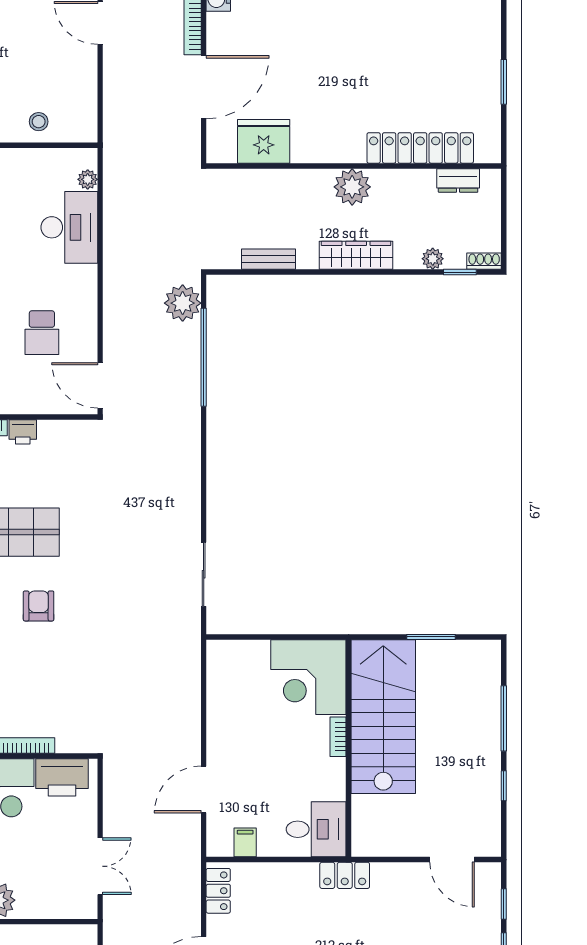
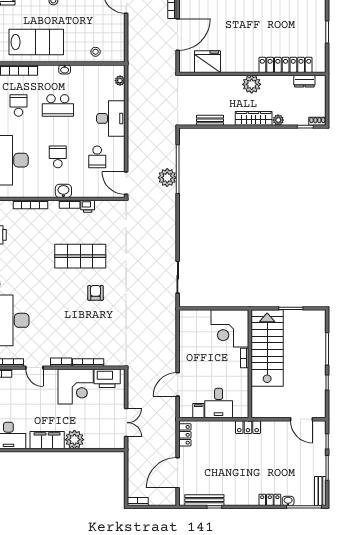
desk: (69, 227) -> (111, 118), moved
plant: (433, 259) -> (278, 120), moved
plant: (183, 303) -> (167, 178), moved
desk: (316, 829) -> (219, 403), moved, turned 90

